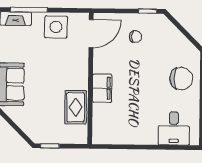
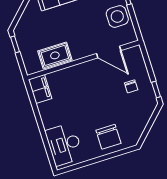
door: (91, 34) -> (109, 52), moved
filing cabinet: (102, 88) -> (40, 89), moved, turned -90
desk: (174, 128) -> (64, 144), width x1.37

